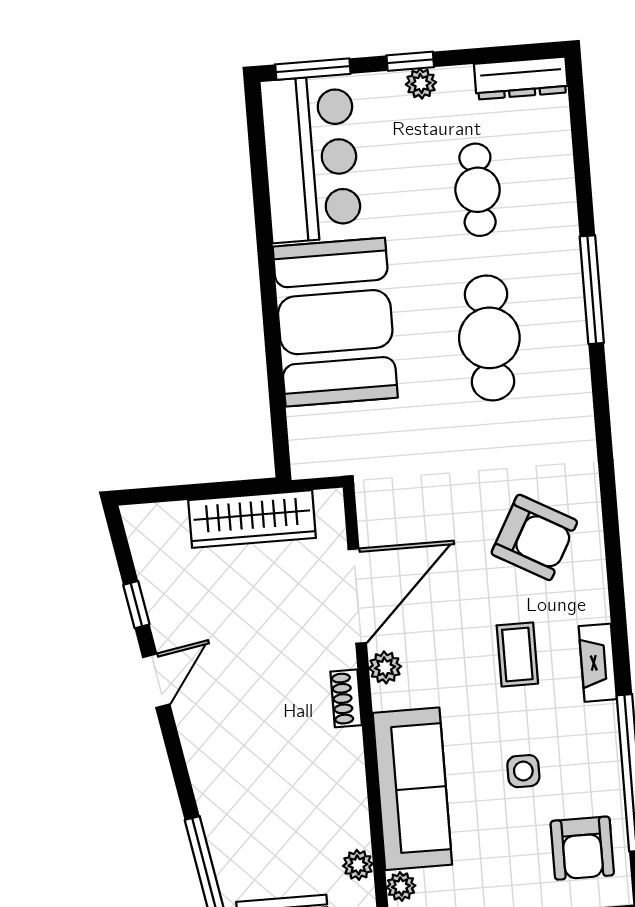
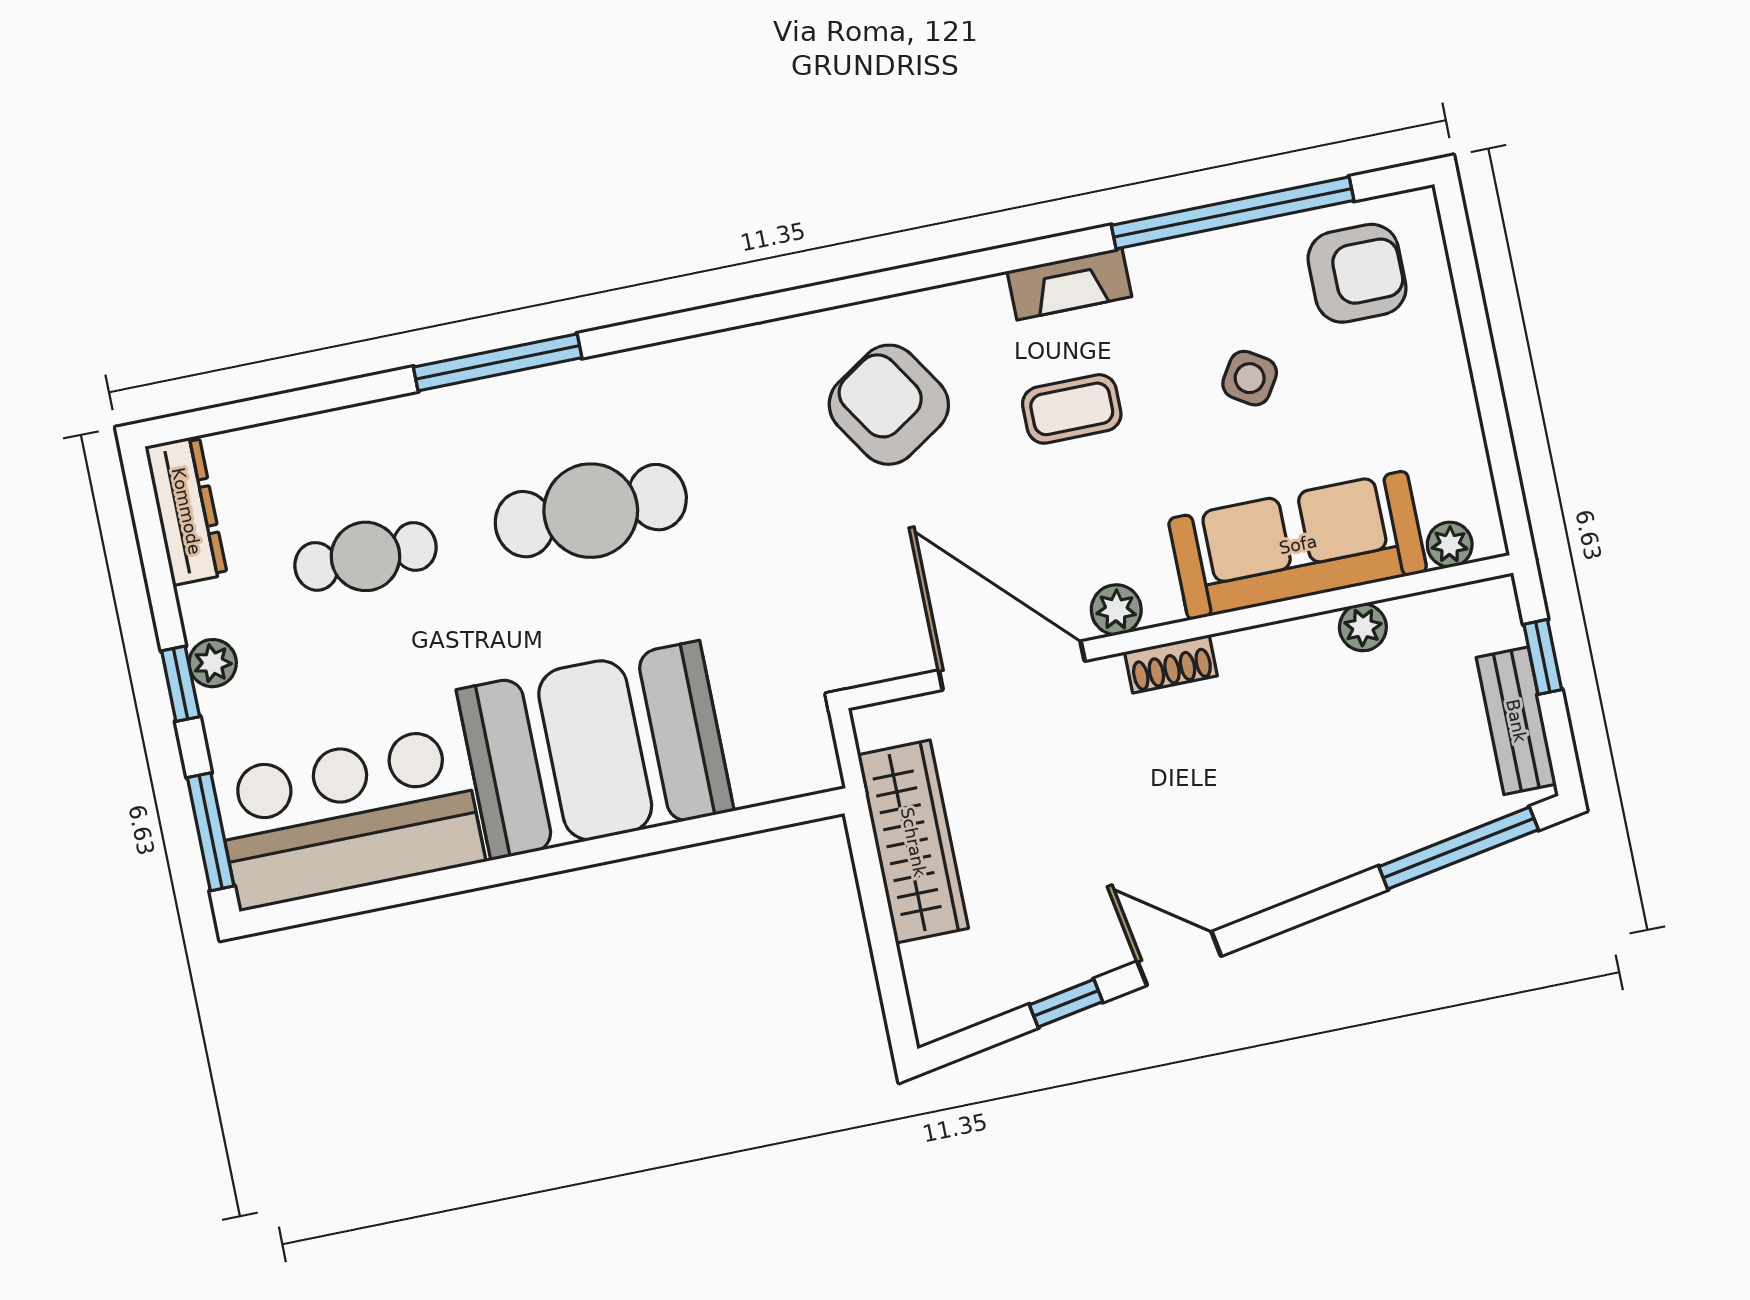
armchair: (534, 537) -> (889, 405), turned -62
side table: (523, 771) -> (1250, 378), turned 32
plant: (358, 865) -> (1363, 627), moved

